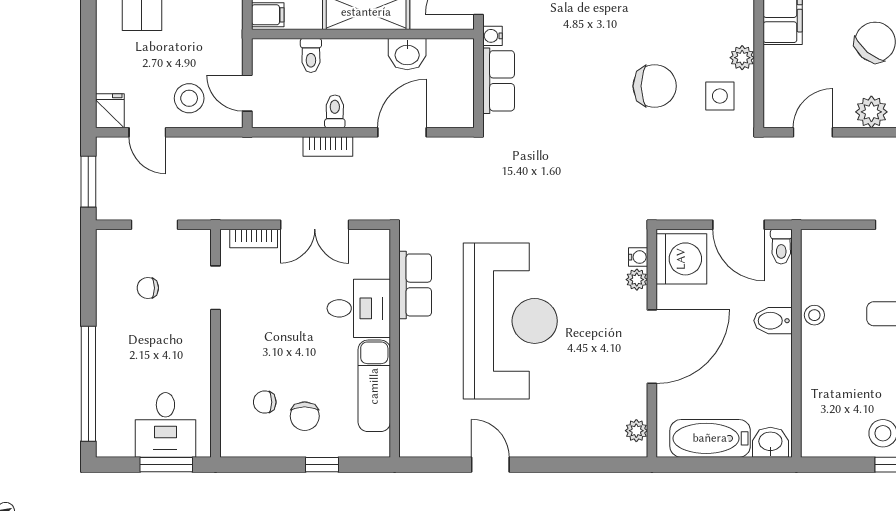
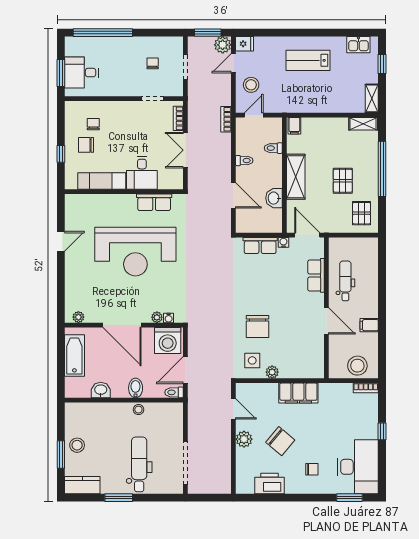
bookcase: (328, 146) -> (226, 119), moved
plant: (112, 153) -> (223, 45), added
washbasin: (770, 442) -> (101, 390), moved, turned -90

